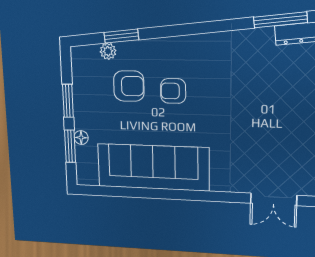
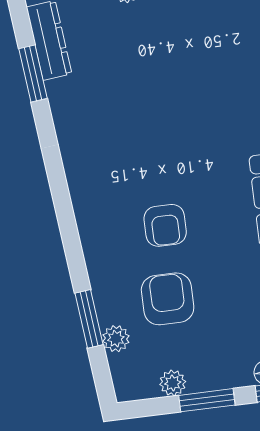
window: (280, 20) -> (33, 74), width x0.69
plant: (79, 82) -> (173, 383), added

